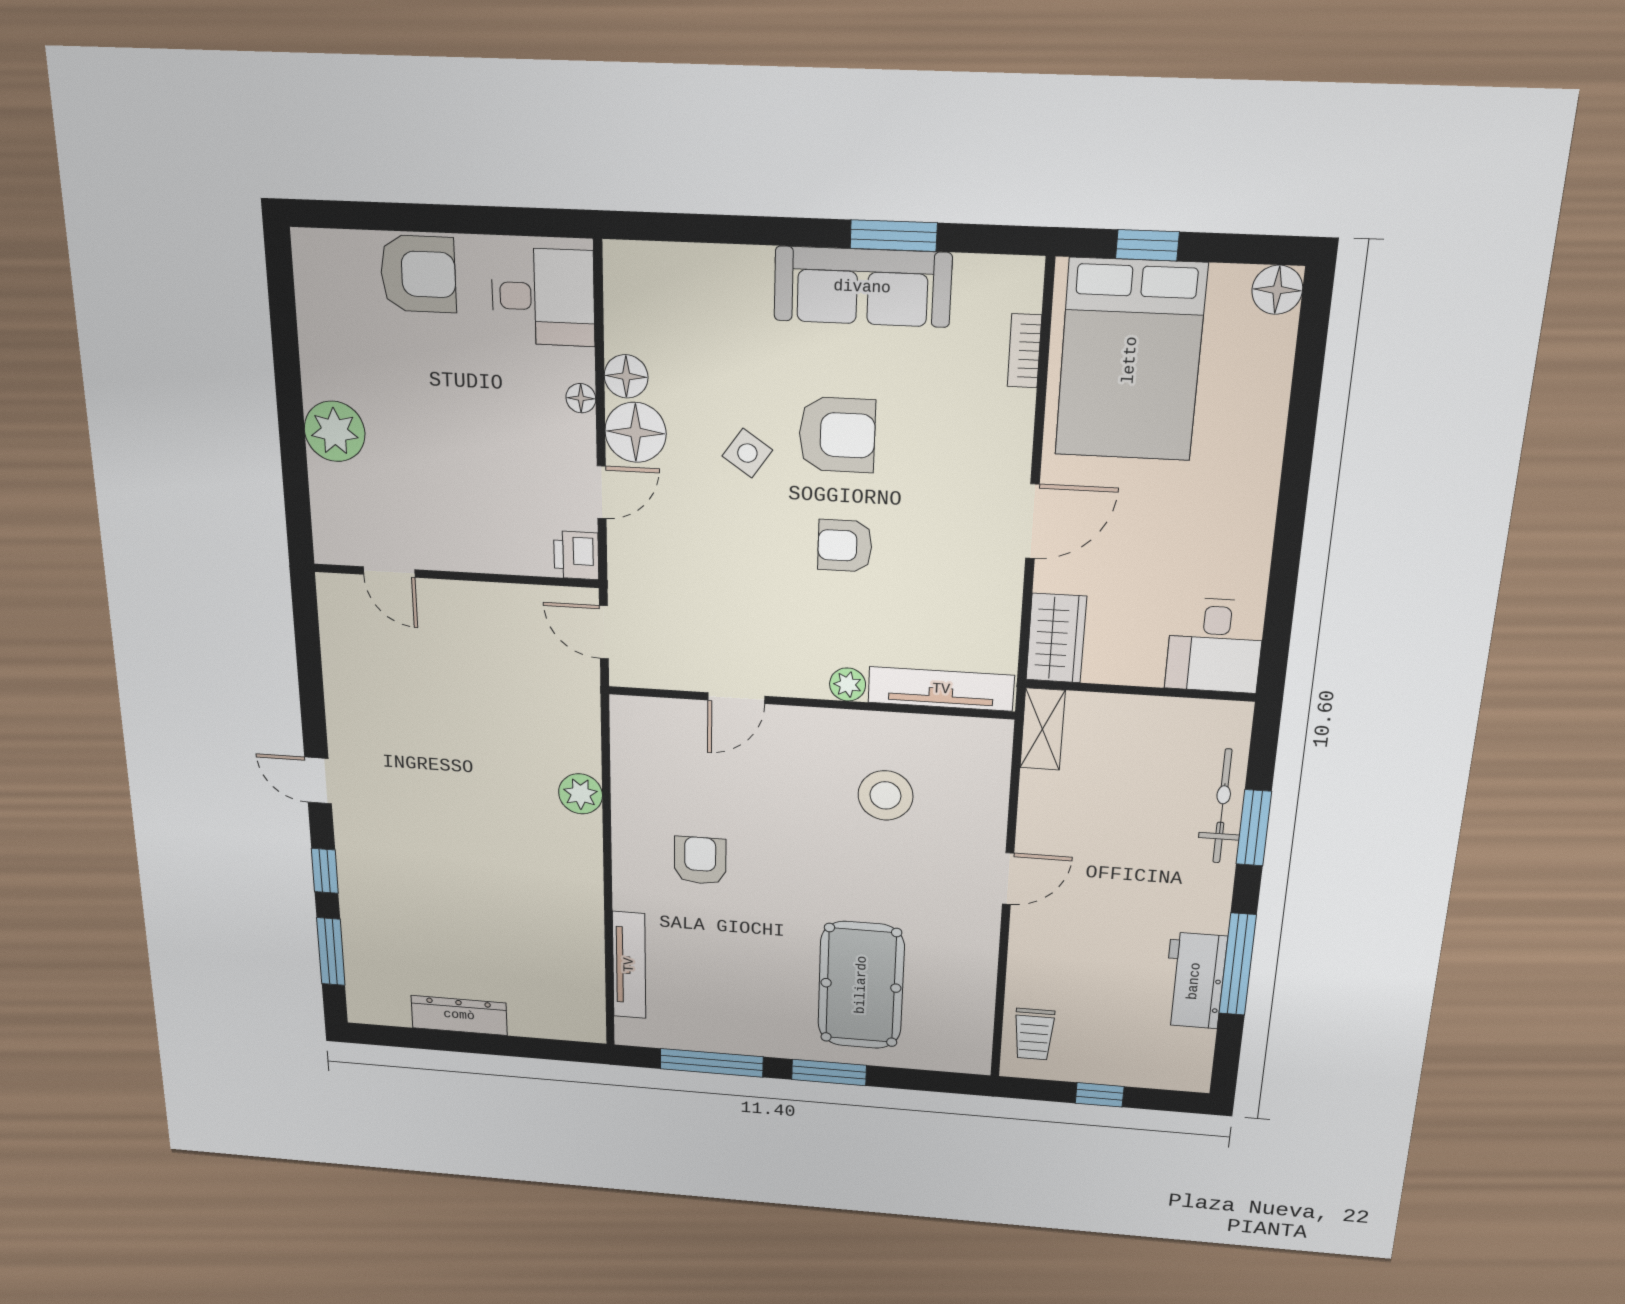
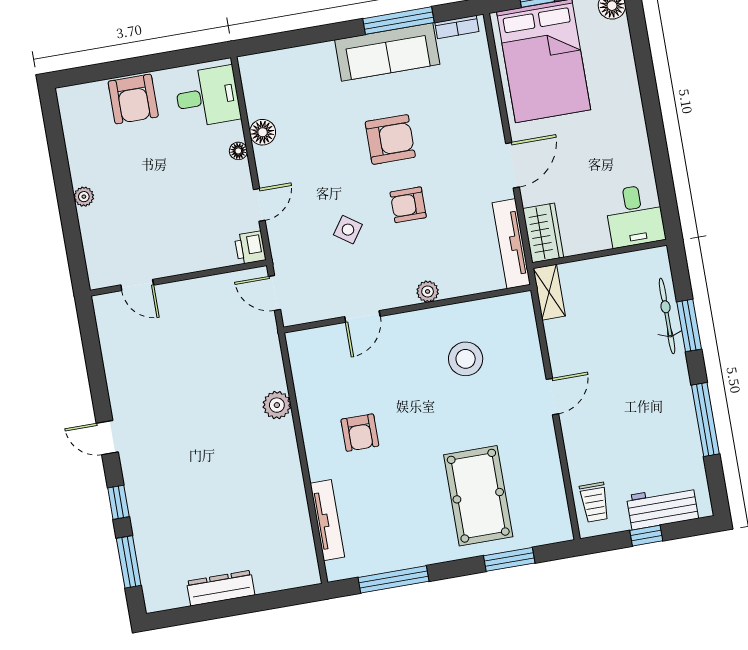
window: (894, 236) -> (398, 21), width x1.44
armchair: (418, 274) -> (133, 99), turned 90
bookcase: (1024, 351) -> (457, 27), moved, turned -90
plant: (335, 431) -> (84, 197), width x0.53, depth x0.53
floor lamp: (636, 432) -> (273, 164), removed
side table: (747, 453) -> (348, 230), moved
tv unit: (941, 689) -> (511, 244), moved, turned -90
armchair: (700, 861) -> (360, 433), turned 180
workbench: (1194, 981) -> (662, 507), moved, turned 90
window: (829, 1072) -> (509, 559), moved

